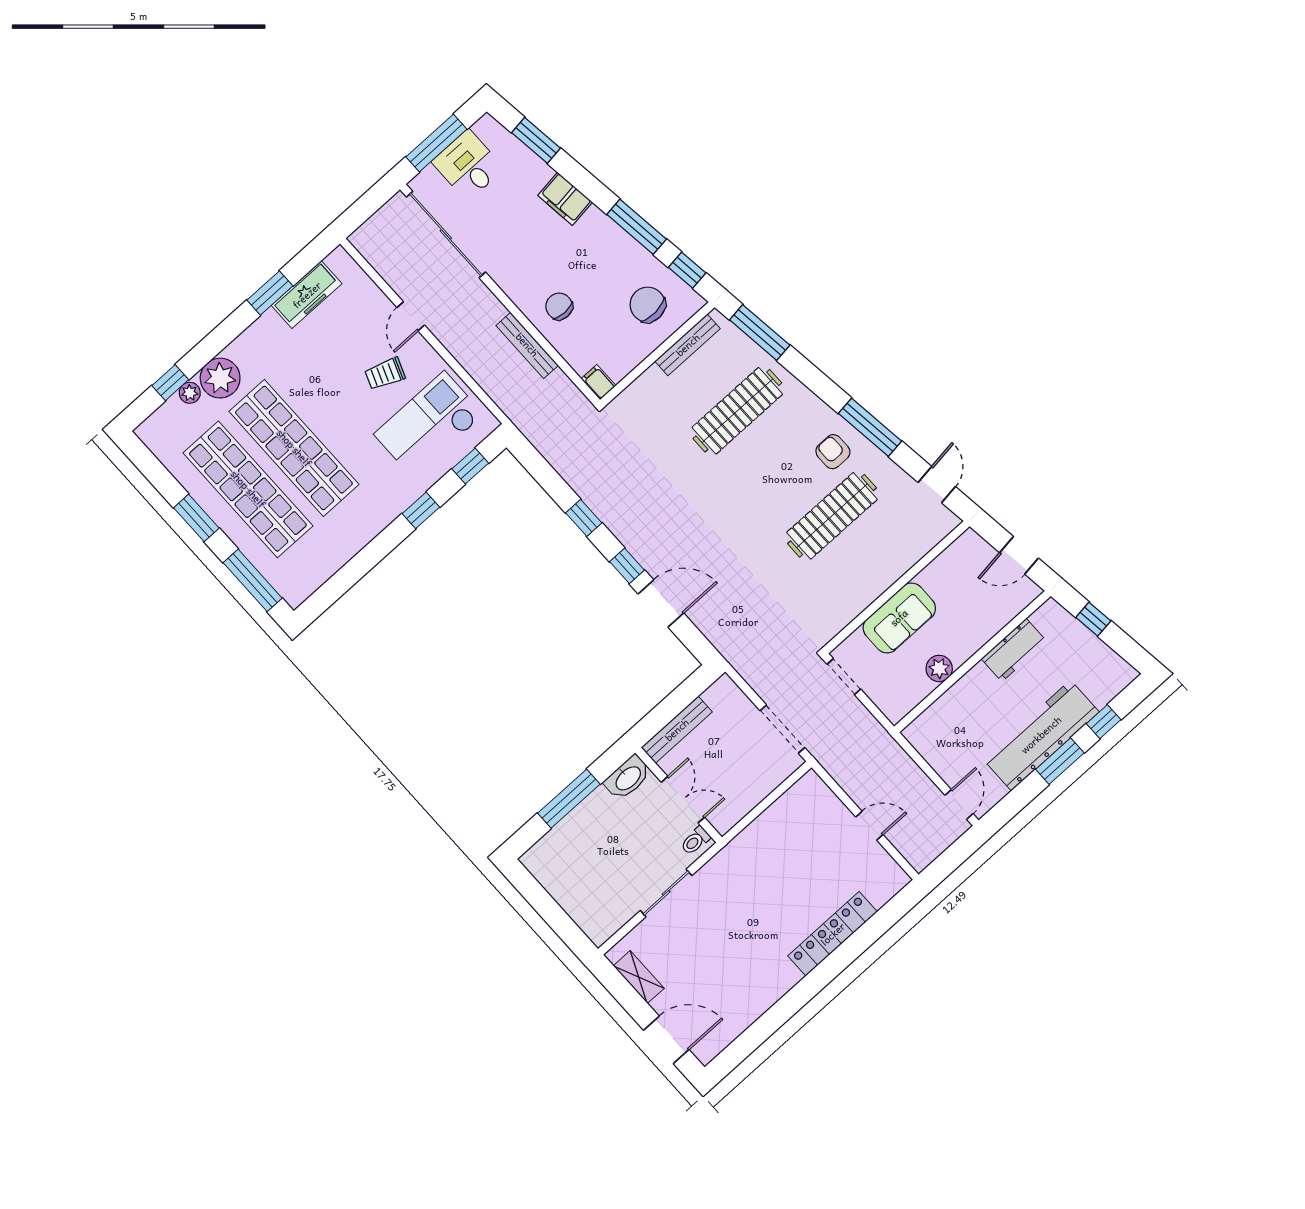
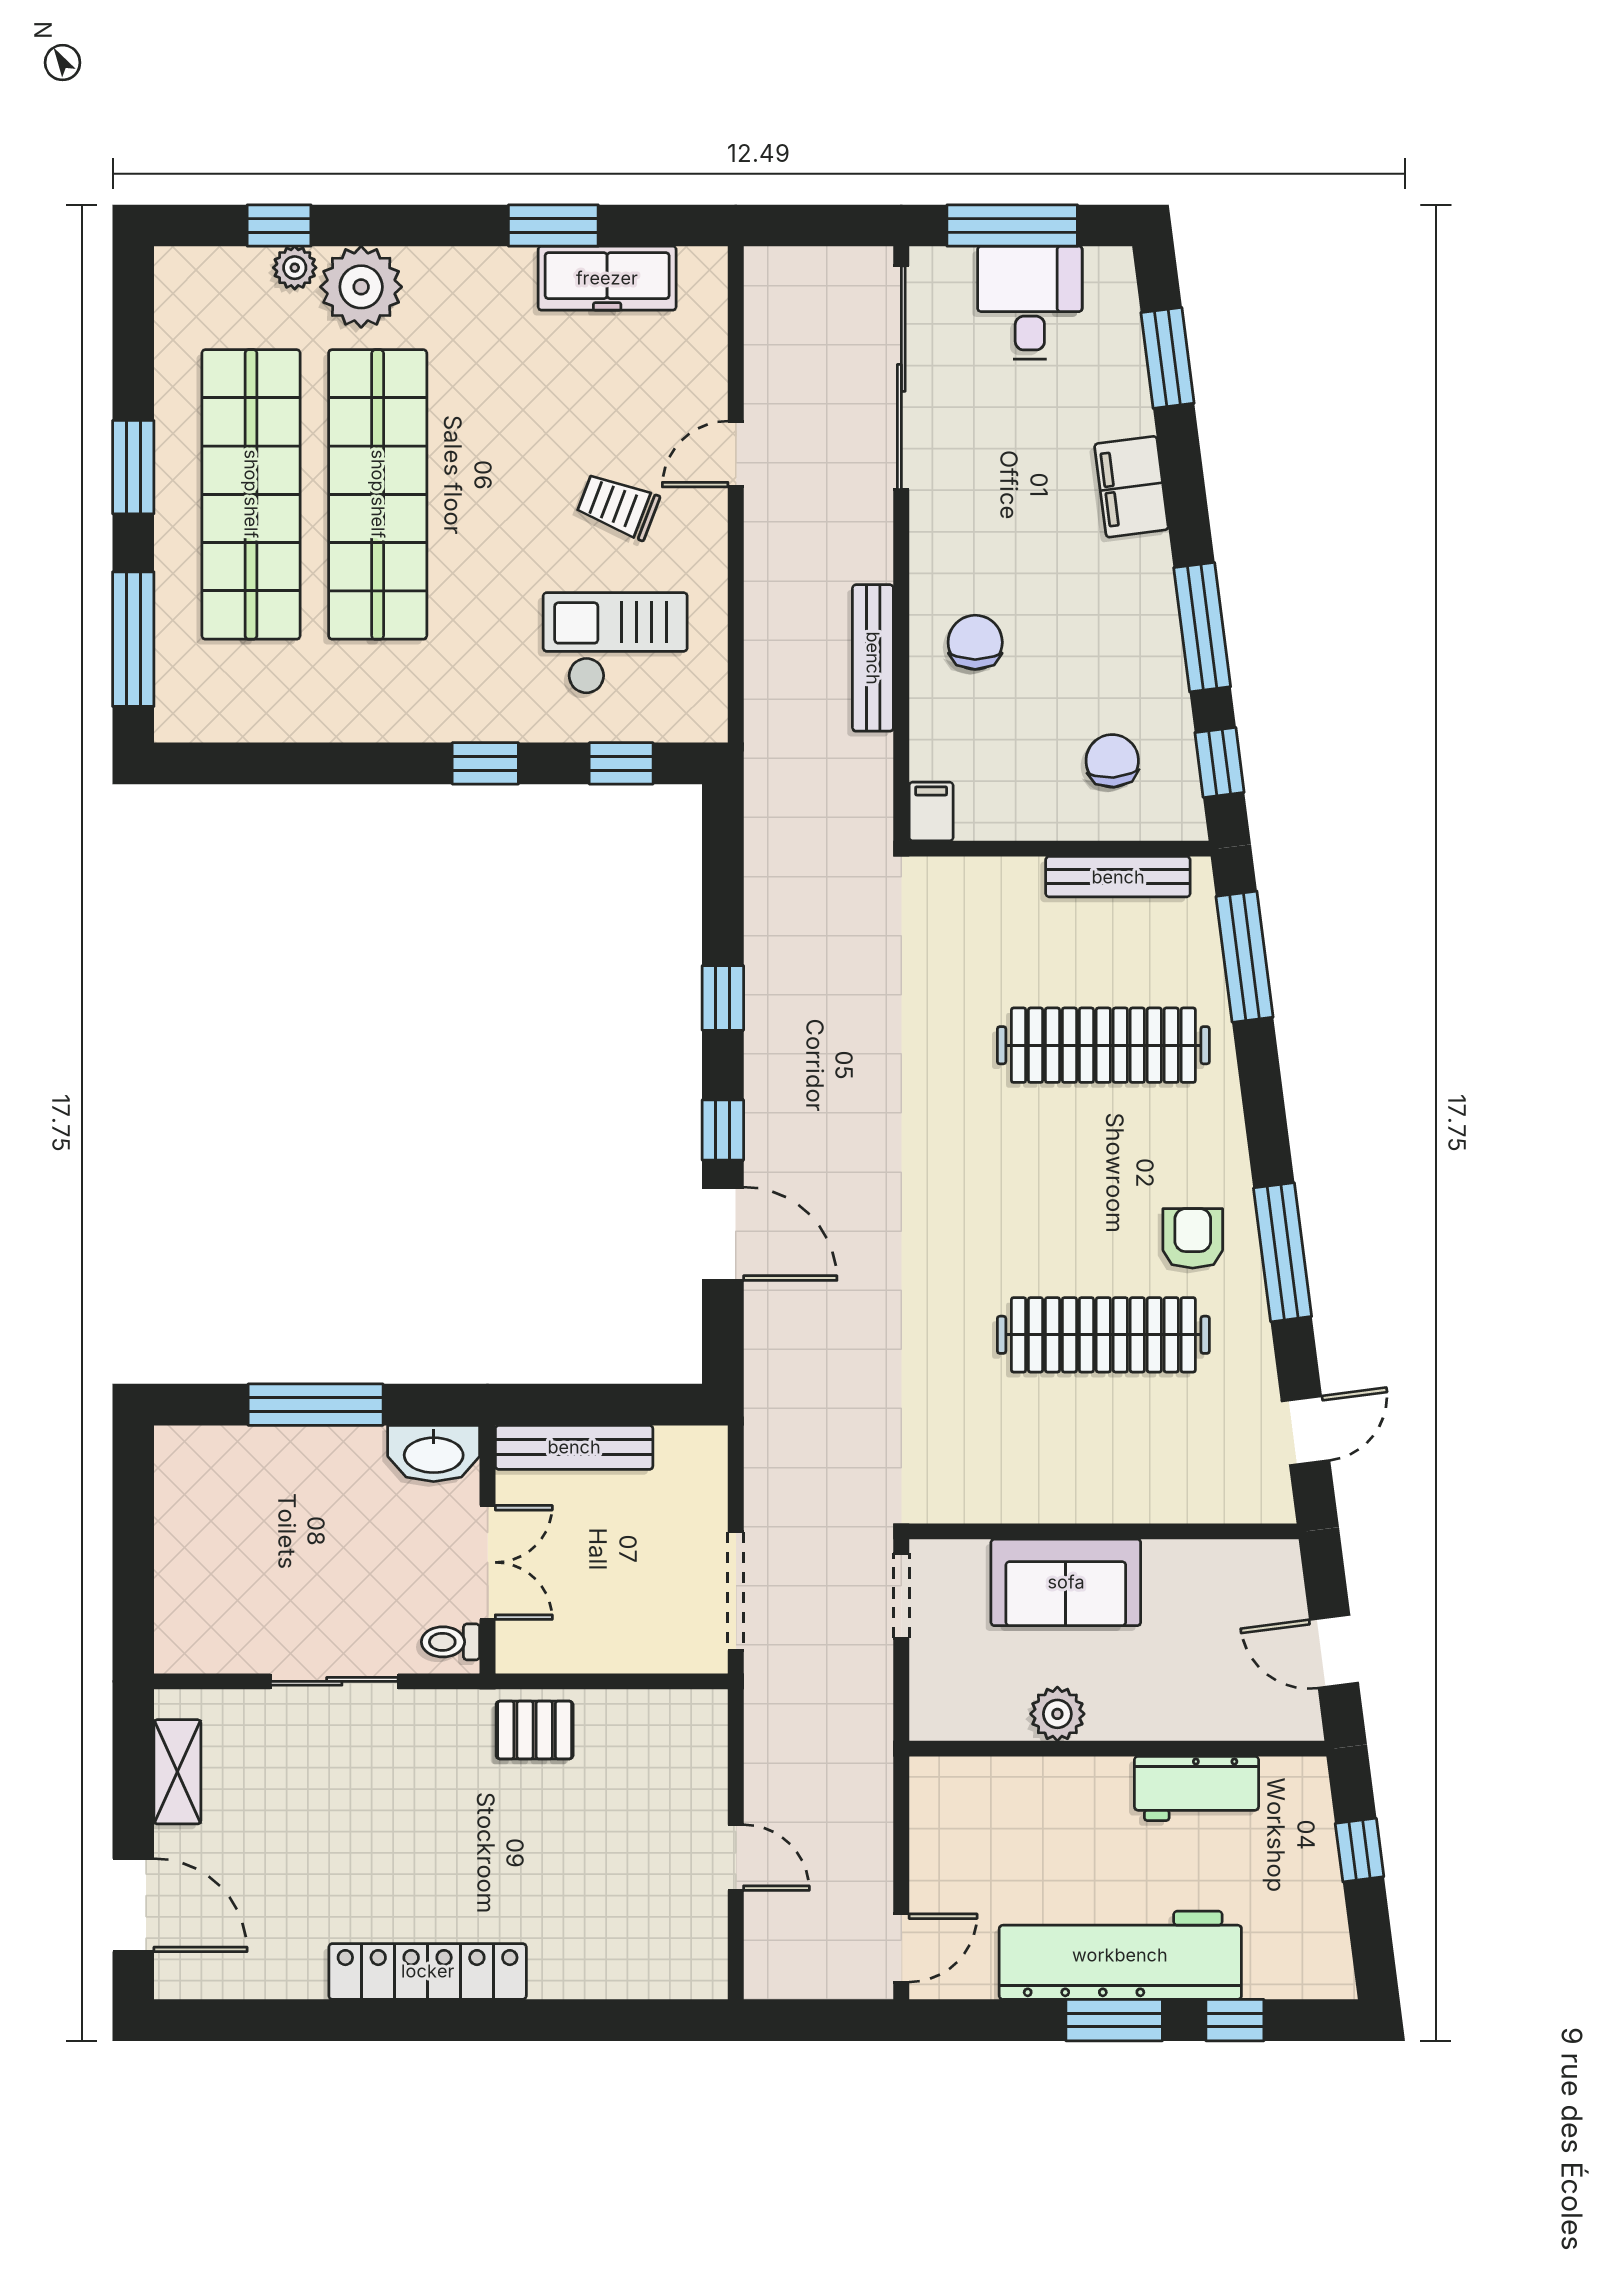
chair: (648, 305) -> (1112, 761), width x0.73, depth x0.73
checkout: (429, 424) -> (615, 643), width x0.73, depth x0.83
pallet: (755, 845) -> (535, 1730), added
locker: (833, 934) -> (428, 1971), moved

